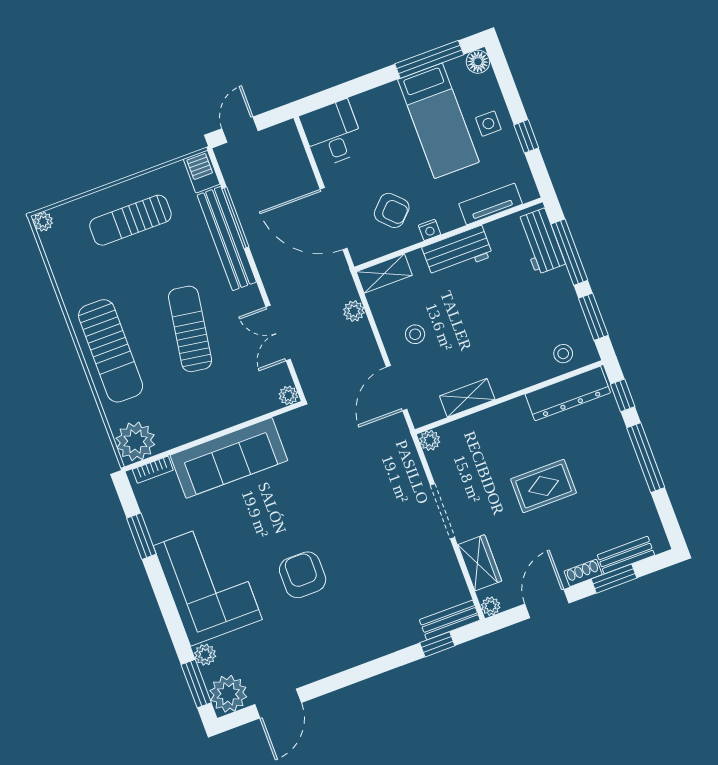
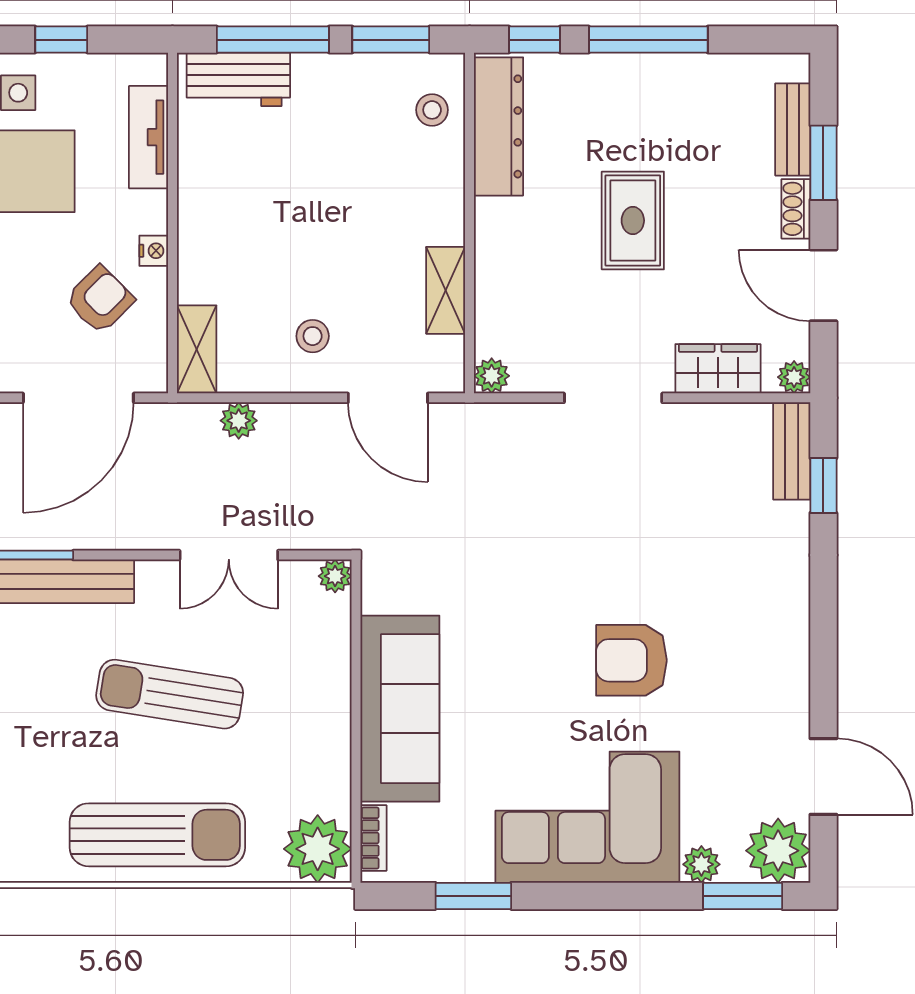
workbench: (457, 252) -> (205, 219), removed

